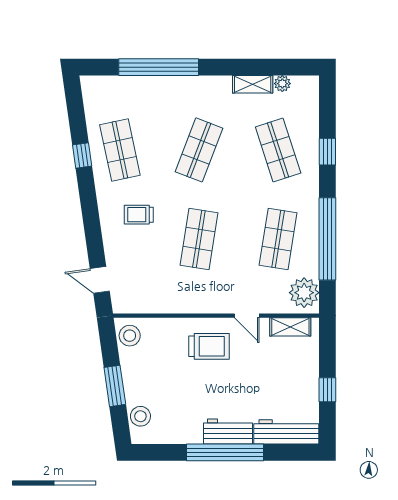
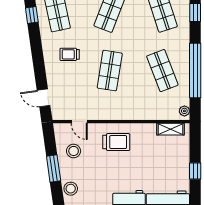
shop shelf: (278, 239) -> (162, 71), turned -30
plant: (304, 293) -> (184, 111), width x0.53, depth x0.53
door: (247, 316) -> (79, 122), moved
stool: (130, 336) -> (74, 151), moved

